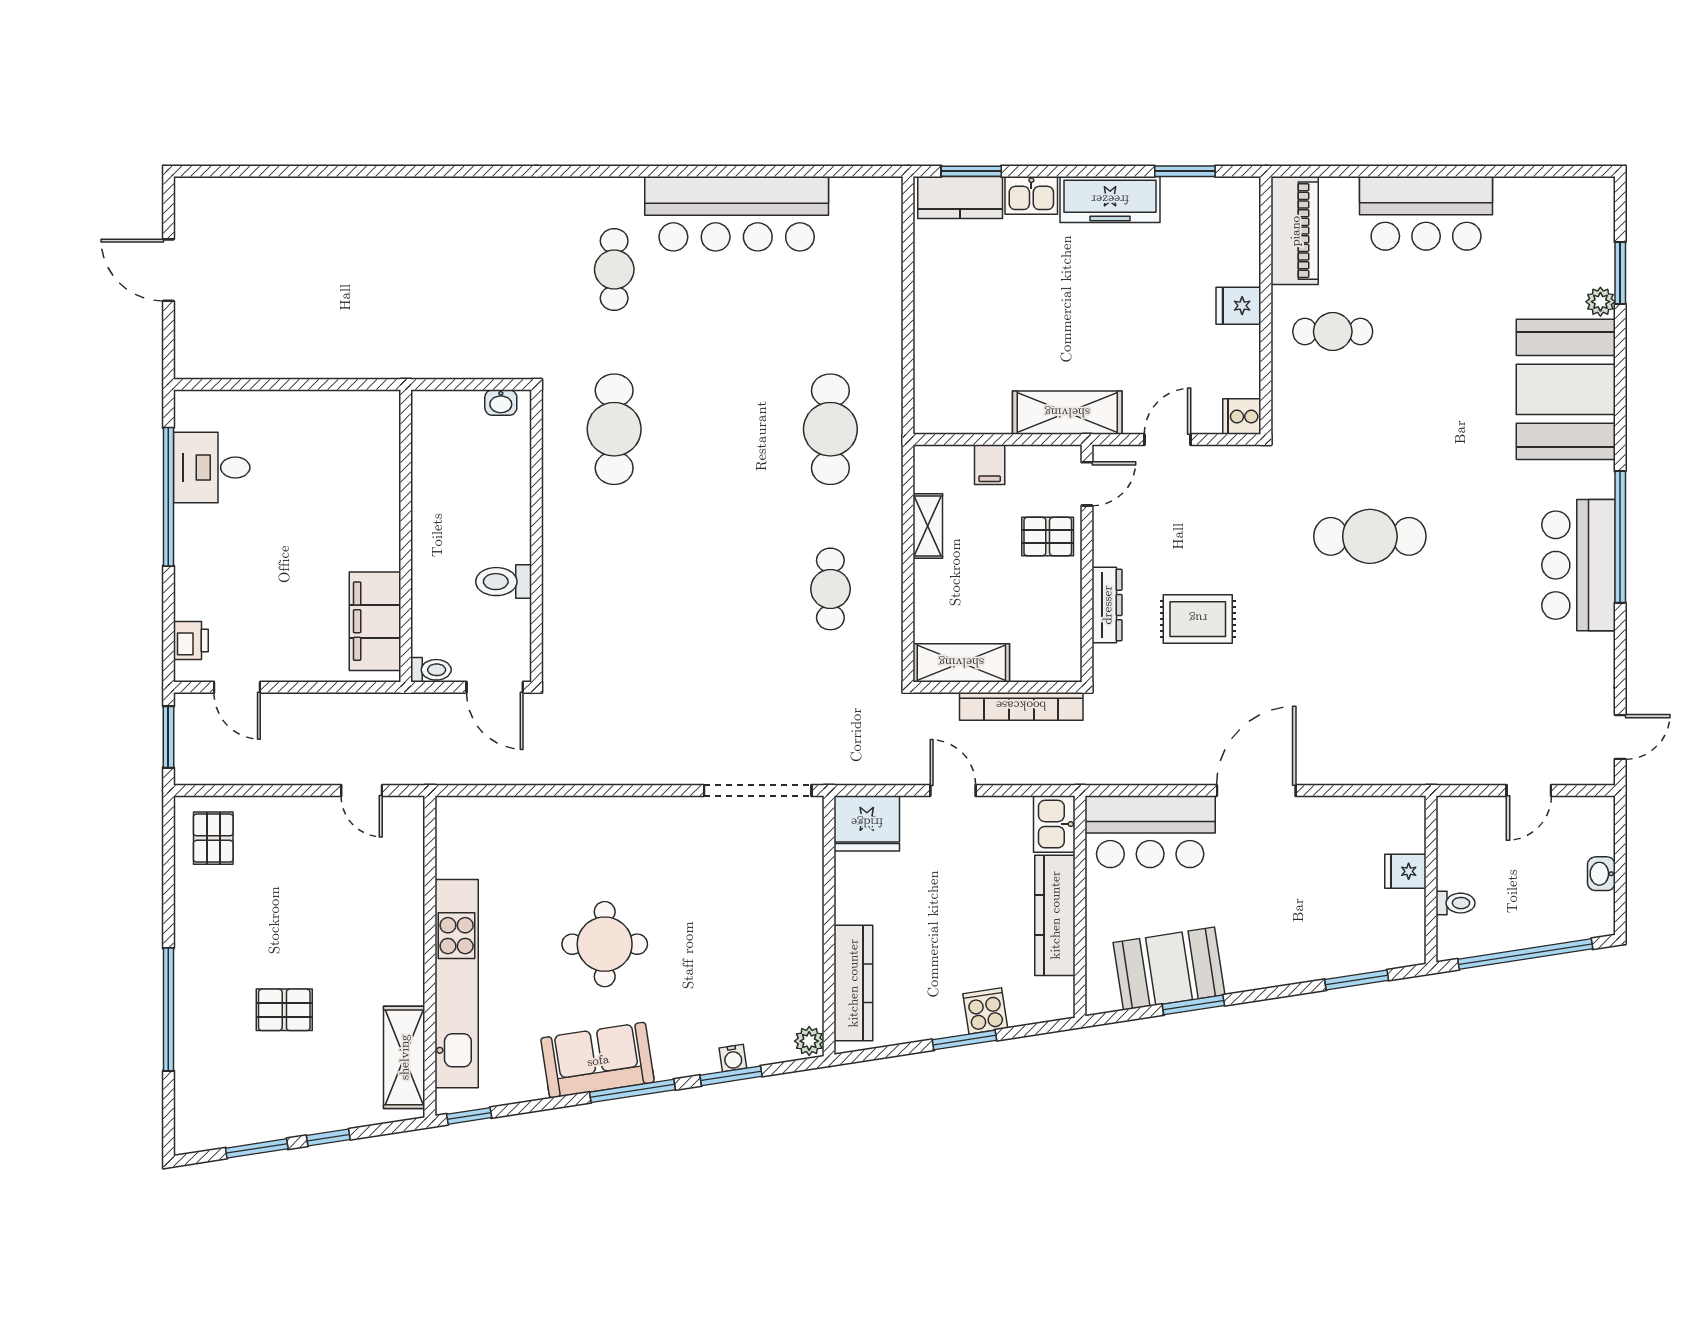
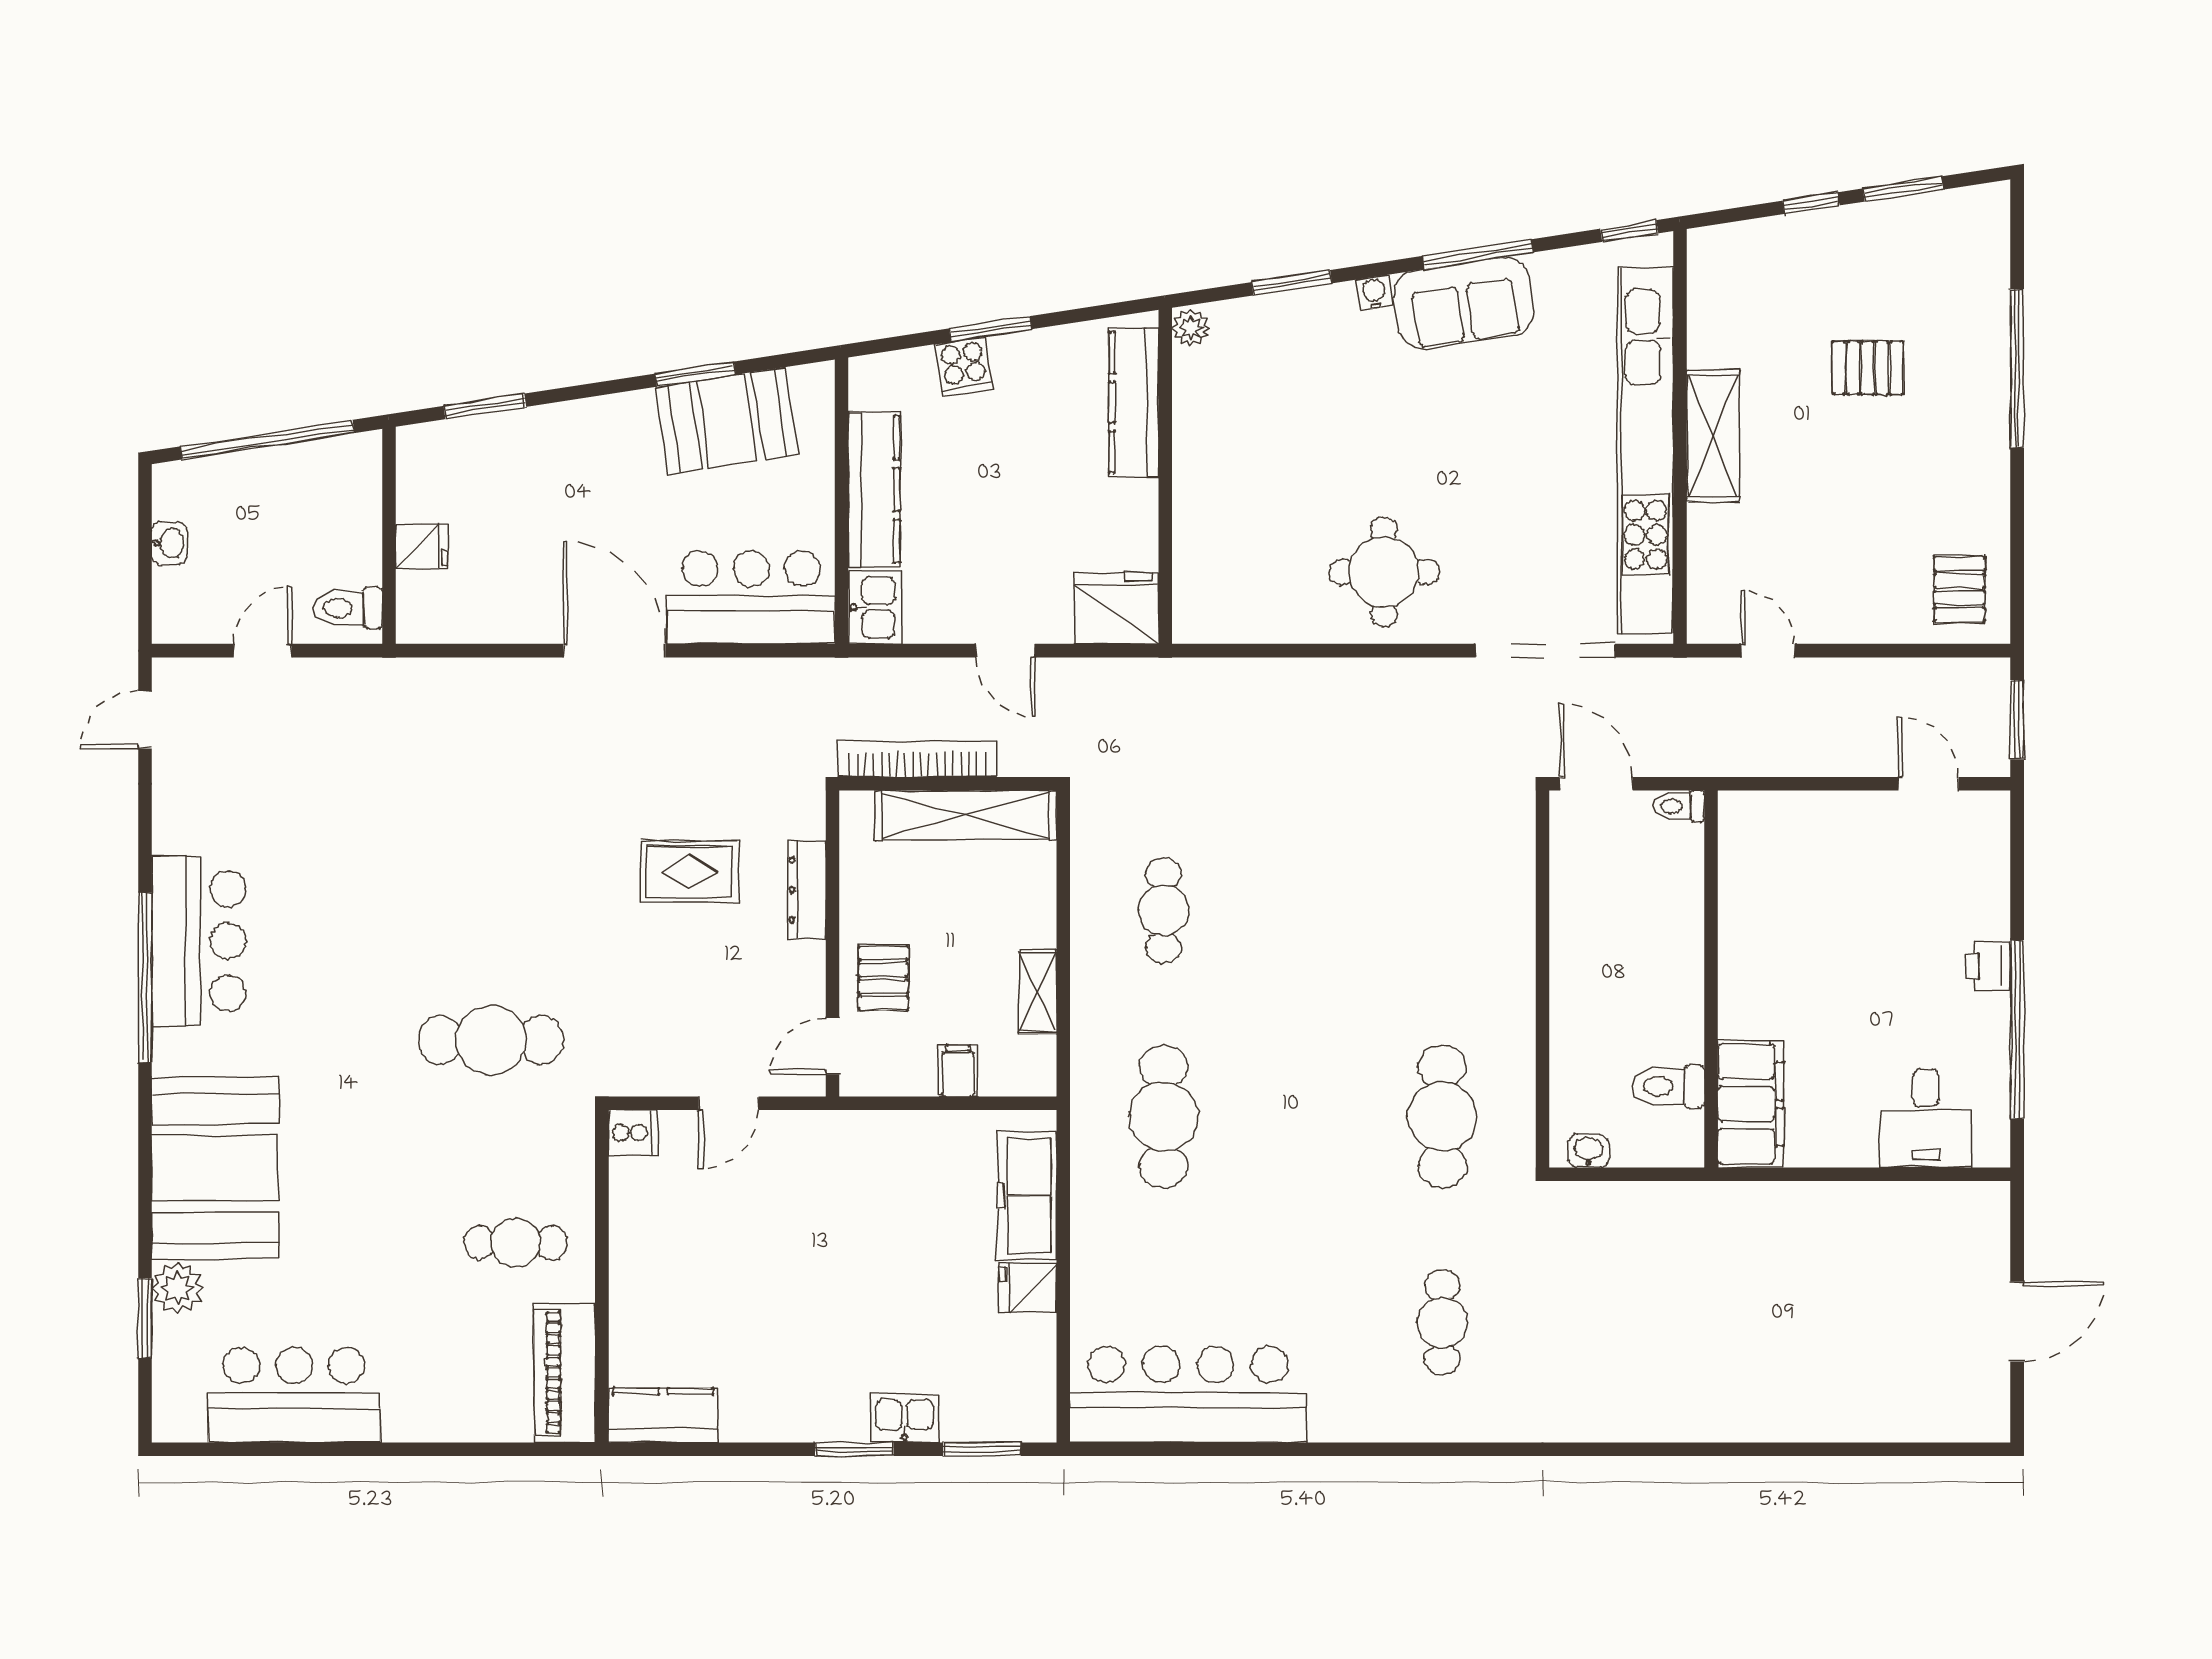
window: (1185, 171) -> (854, 1449), moved
kitchen counter: (960, 198) -> (663, 1415), moved
freezer: (1110, 200) -> (1027, 1196), moved, turned -90
bar counter: (1426, 213) -> (294, 1395), moved
bar counter: (737, 214) -> (1188, 1394), moved
door: (168, 270) -> (2017, 1322), hinge flipped
plant: (1600, 302) -> (177, 1288), width x1.38, depth x1.38
fridge: (1238, 306) -> (1028, 1287), moved, turned 180
shelving: (1067, 413) -> (858, 1138), removed
desk: (212, 467) -> (1926, 1118), moved, turned 90
cafe table: (1370, 536) -> (491, 1040), moved
pallet: (1048, 537) -> (883, 978), turned 90
toilet: (504, 582) -> (1669, 1087), moved, turned 180
filing cabinet: (375, 621) -> (1751, 1104), moved
printer: (191, 640) -> (1988, 966), moved
shelving: (961, 663) -> (966, 815), width x1.47
doorway: (758, 790) -> (1545, 651), moved
door: (1256, 790) -> (614, 651), swing flipped
toilet: (1456, 903) -> (348, 608), moved, width x1.37, depth x1.39
round table: (605, 944) -> (1384, 572), moved
kitchen unit: (457, 984) -> (1646, 450), width x1.36
shelving: (404, 1057) -> (1713, 436), moved
water cooler: (733, 1058) -> (1374, 293), moved
window: (632, 1091) -> (1478, 254), moved

